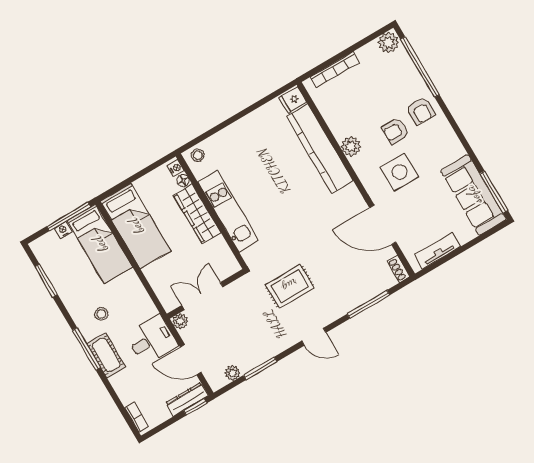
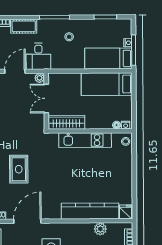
plant: (351, 146) -> (100, 229), moved
wardrobe: (197, 214) -> (66, 122), moved
rug: (290, 286) -> (19, 169), moved
double door: (202, 296) -> (46, 98), swing flipped
cot: (106, 355) -> (24, 26), moved

